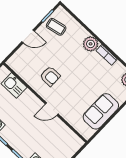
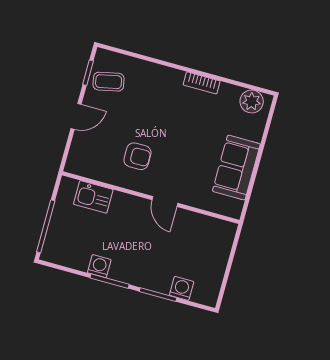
plant: (91, 44) -> (170, 80), removed
door: (52, 109) -> (165, 202), hinge flipped

